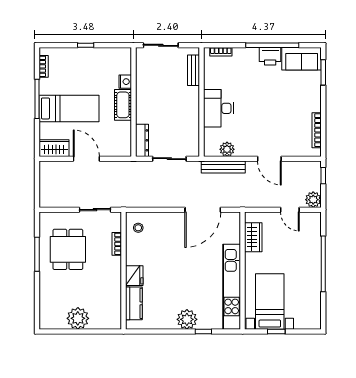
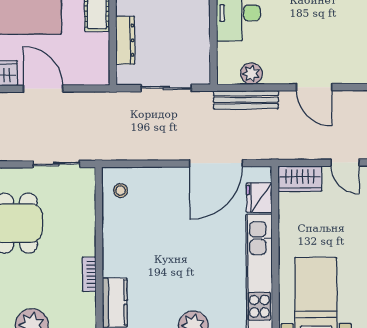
dresser: (142, 140) -> (125, 40), moved
wardrobe: (253, 237) -> (300, 179), moved, turned 90
bookcase: (117, 244) -> (89, 274), moved
fridge: (134, 276) -> (259, 198), moved, turned 180

